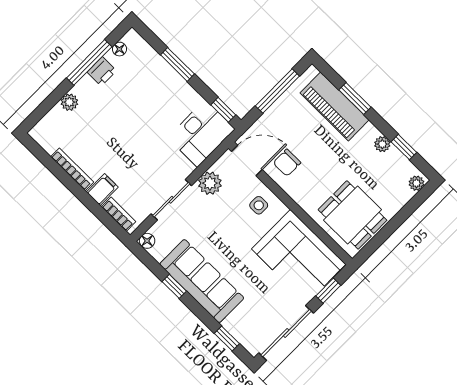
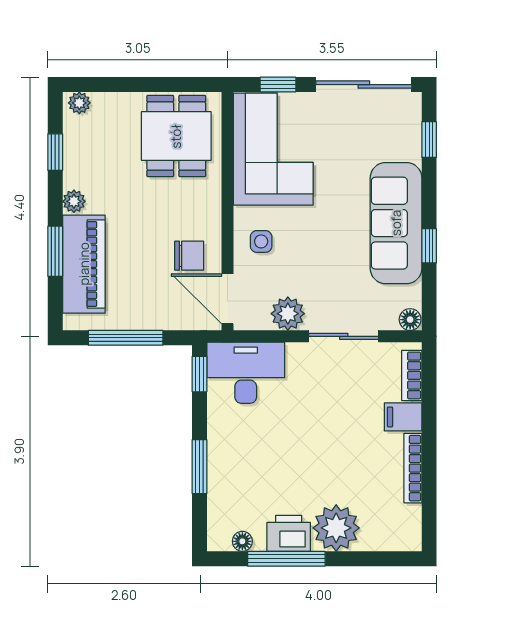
printer: (102, 71) -> (289, 533), width x1.36, depth x1.24
plant: (69, 102) -> (336, 528), width x1.87, depth x1.87
plant: (382, 144) -> (74, 201), moved

